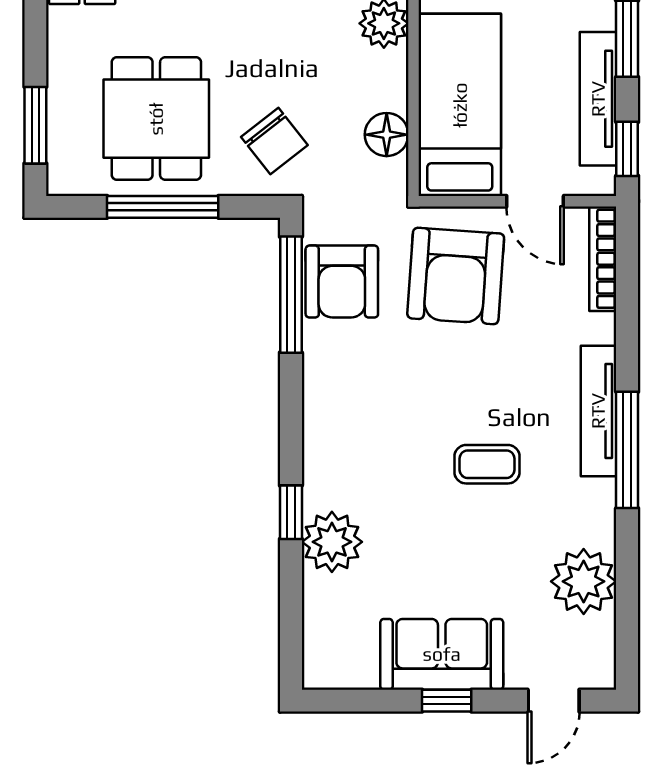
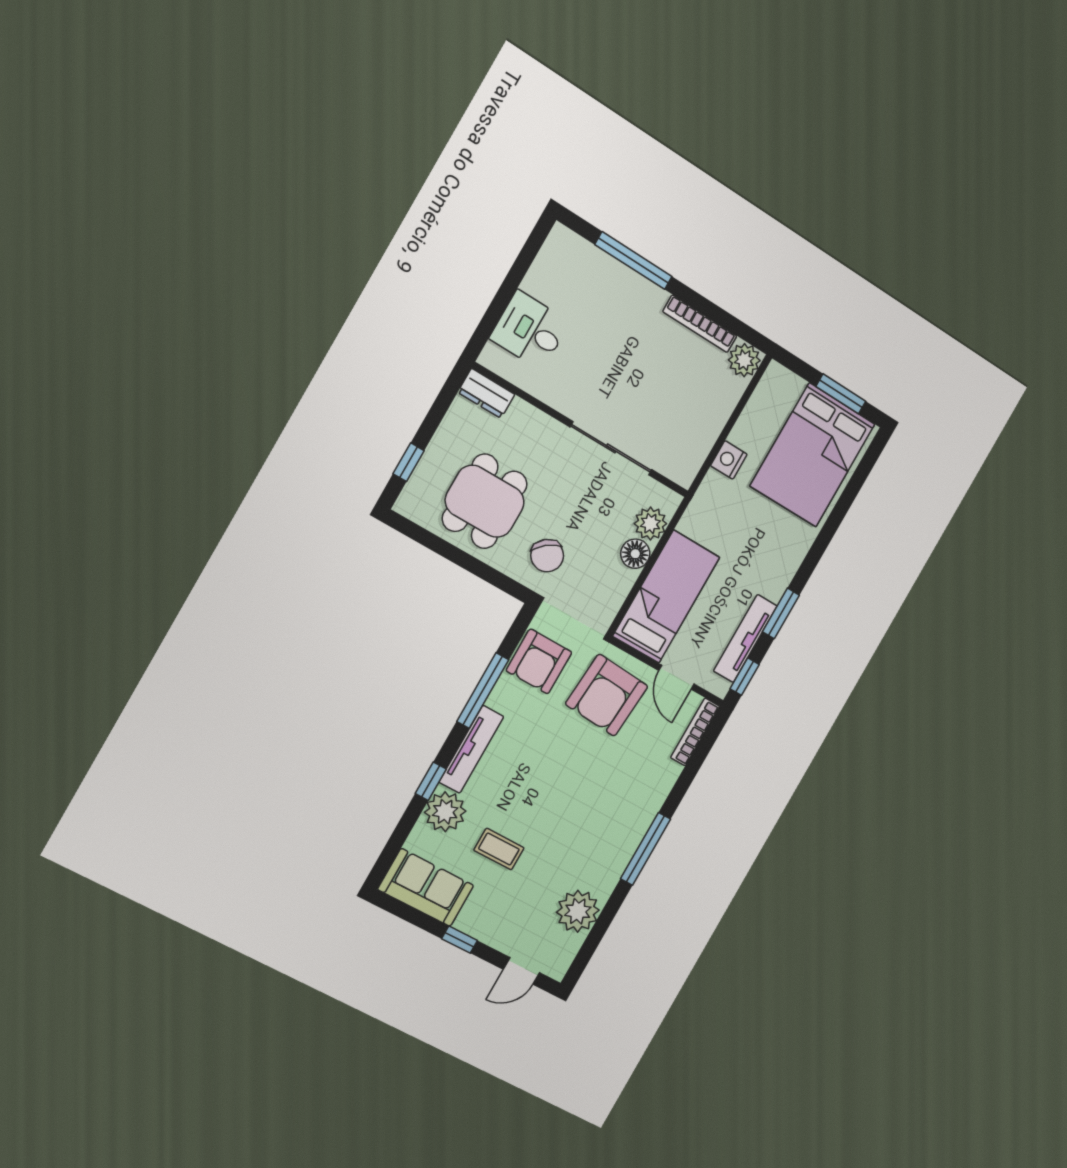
window: (35, 125) -> (409, 462), width x0.67
floor lamp: (387, 135) -> (635, 554), moved
window: (163, 207) -> (458, 557), removed
window: (291, 295) -> (483, 691), moved
tv unit: (598, 411) -> (471, 749), moved, turned 180
coffee table: (487, 464) -> (499, 849), moved
sofa: (442, 654) -> (426, 887), moved

